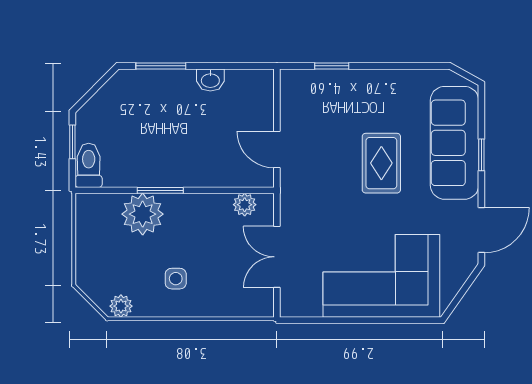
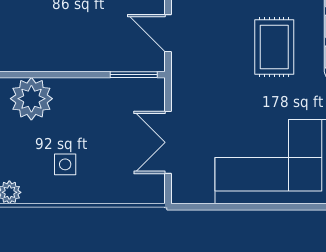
window: (160, 190) -> (134, 75), moved
plant: (245, 205) -> (135, 89), removed

